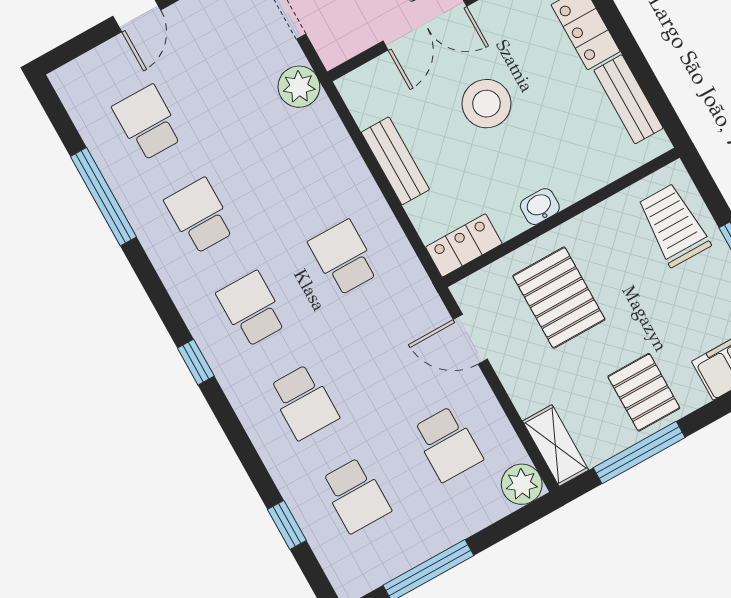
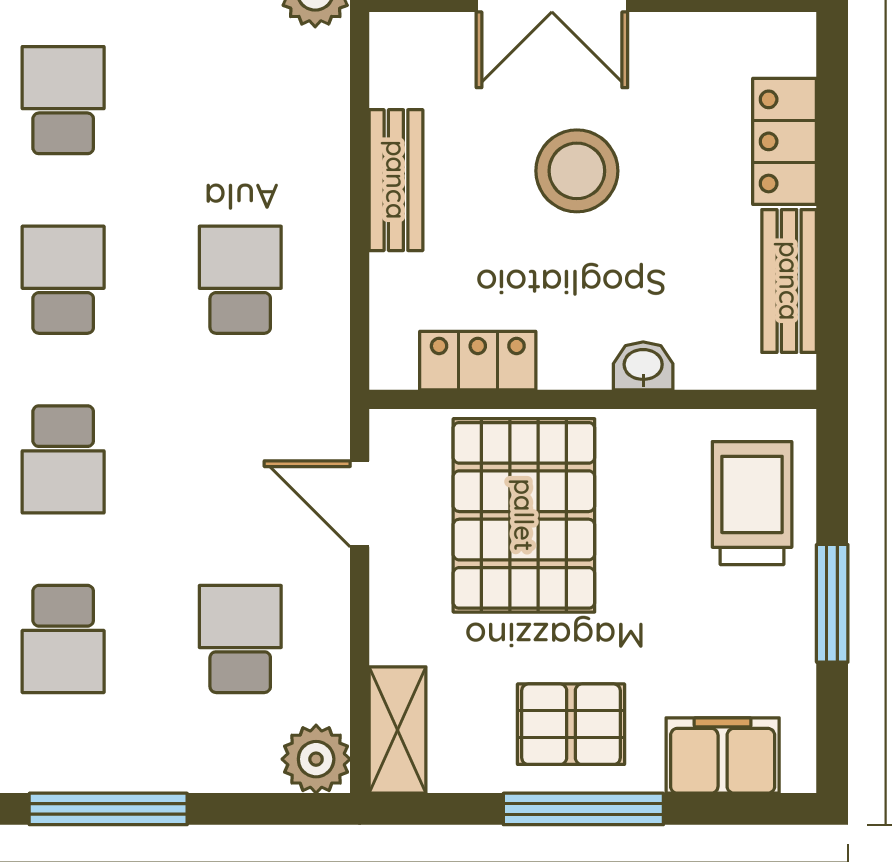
washbasin: (540, 207) -> (643, 366), moved
locker: (464, 245) -> (478, 361), moved
pallet: (559, 298) -> (524, 515), width x1.37, depth x1.41
pallet: (644, 392) -> (571, 724), turned 90
school desk: (448, 444) -> (240, 639), turned 180
window: (639, 453) -> (583, 809), moved

